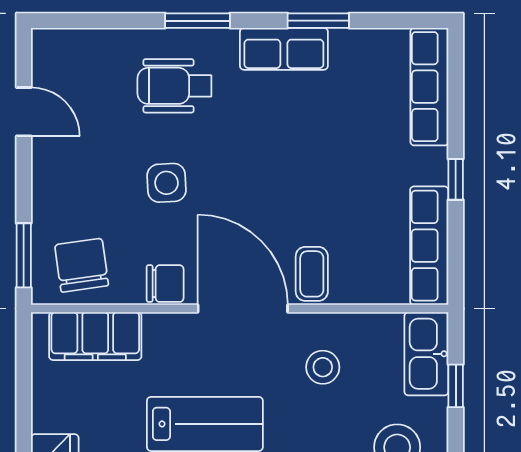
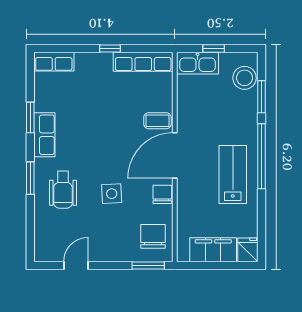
row of seats: (429, 87) -> (54, 62), width x0.68
chair: (82, 265) -> (153, 236), turned 98
filing cabinet: (95, 336) -> (213, 250), moved, turned -90
stool: (323, 367) -> (204, 115), removed

